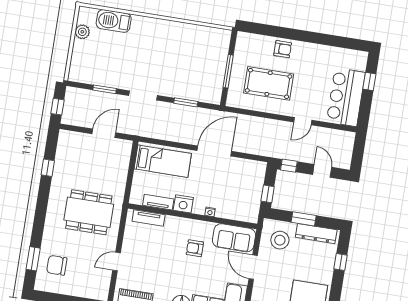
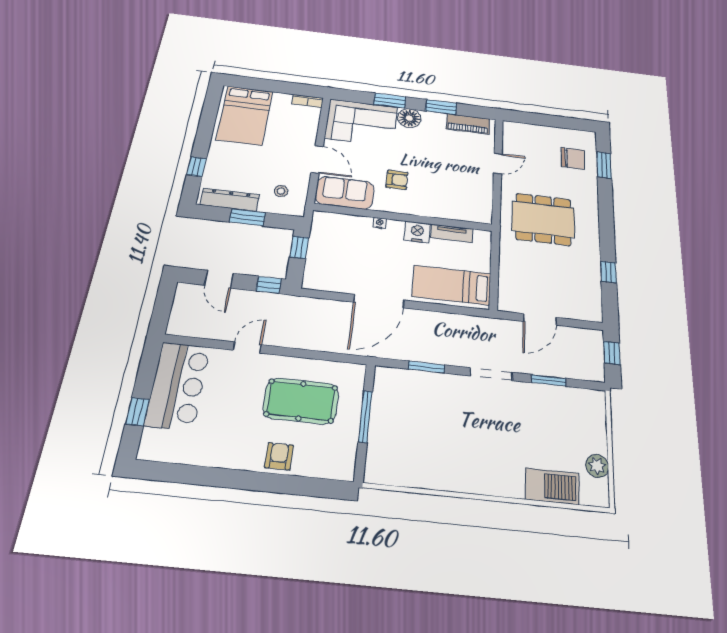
armchair: (283, 49) -> (279, 456), turned 90
tv unit: (149, 218) -> (463, 214), removed
stool: (280, 240) -> (281, 191), width x0.53, depth x0.53

